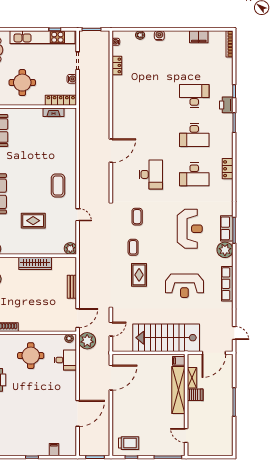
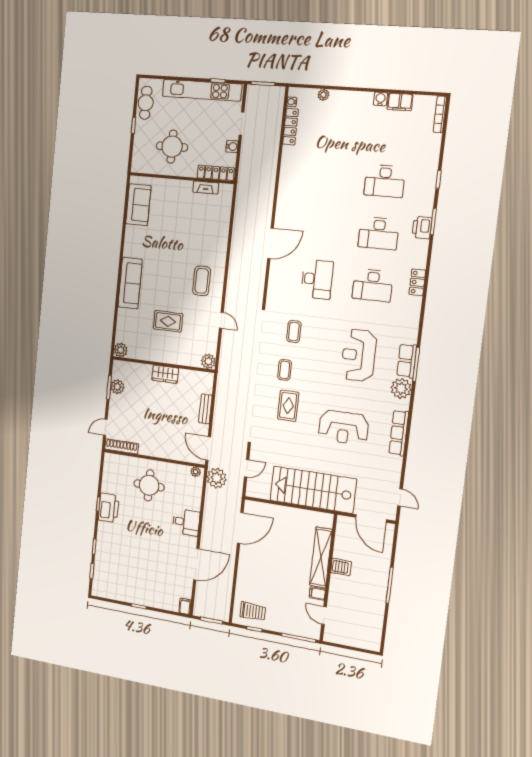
water cooler: (159, 35) -> (380, 99), moved
locker: (117, 65) -> (290, 127), width x1.53
desk: (194, 96) -> (385, 181), turned 180
printer: (226, 105) -> (422, 228), moved
reception desk: (190, 229) -> (359, 355), turned 180
wardrobe: (35, 263) -> (165, 374), width x0.67
door: (78, 318) -> (208, 449), swing flipped
door: (214, 353) -> (371, 519), hinge flipped
desk: (65, 360) -> (186, 522), moved
filing cabinet: (179, 361) -> (317, 593), moved
shelving: (192, 378) -> (340, 545), removed
filing cabinet: (54, 450) -> (185, 606), moved

